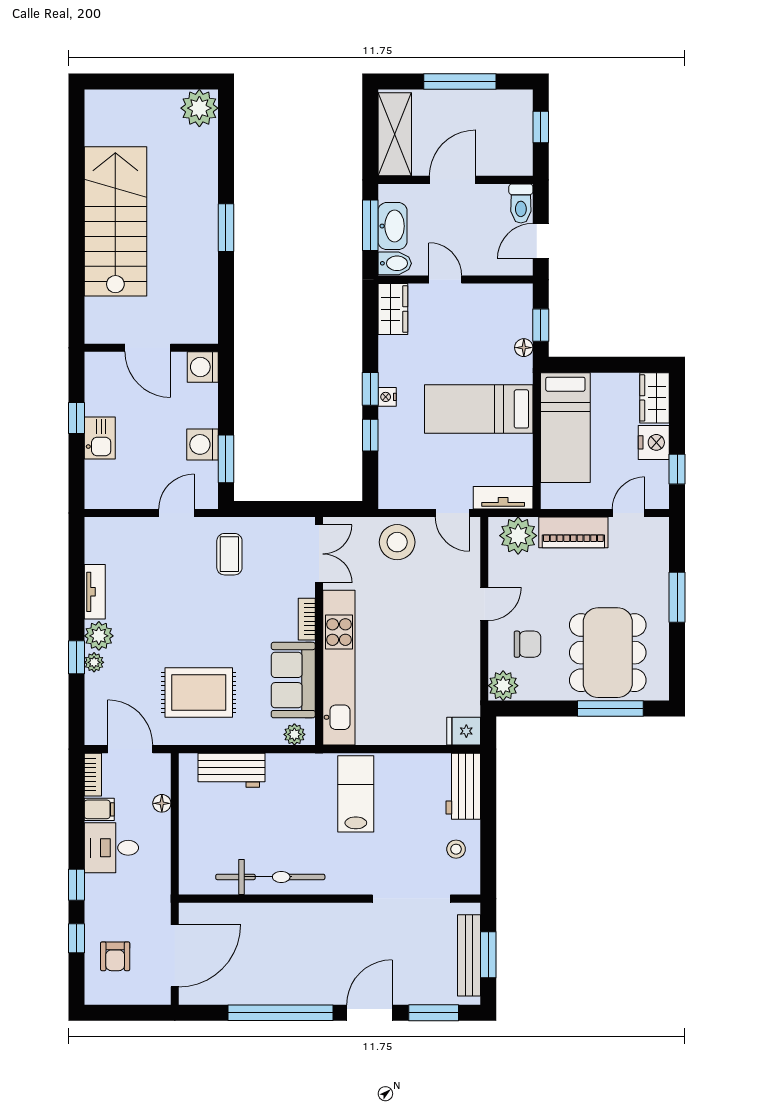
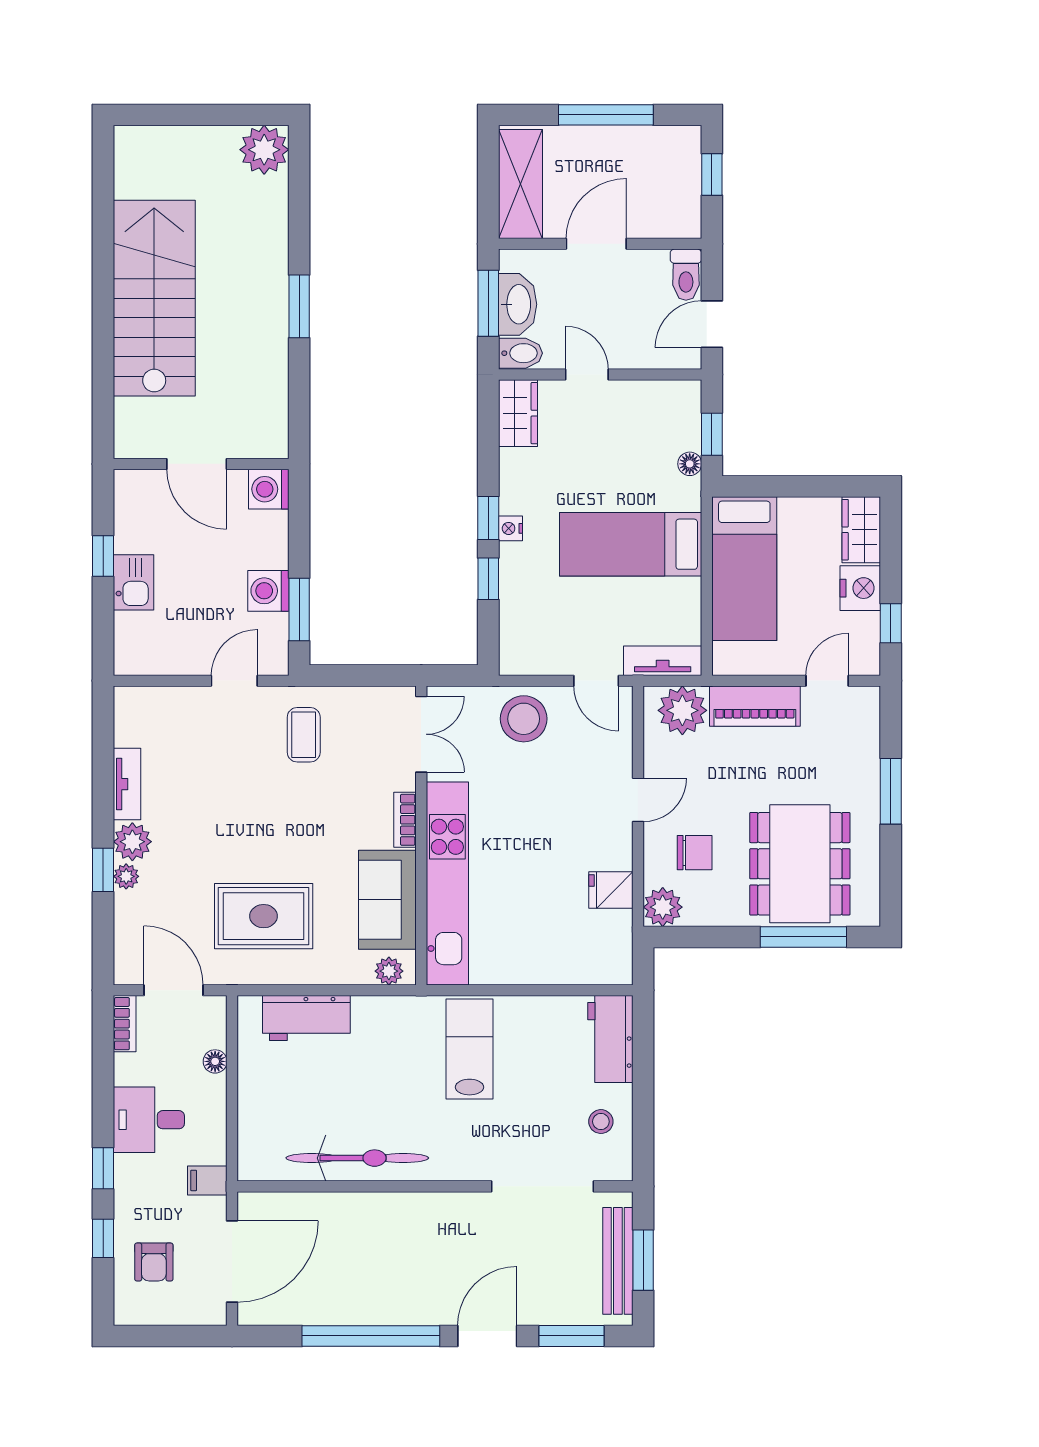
fridge: (464, 731) -> (611, 890), moved
filing cabinet: (99, 809) -> (207, 1180), moved, turned 180

